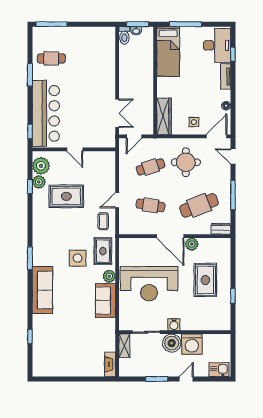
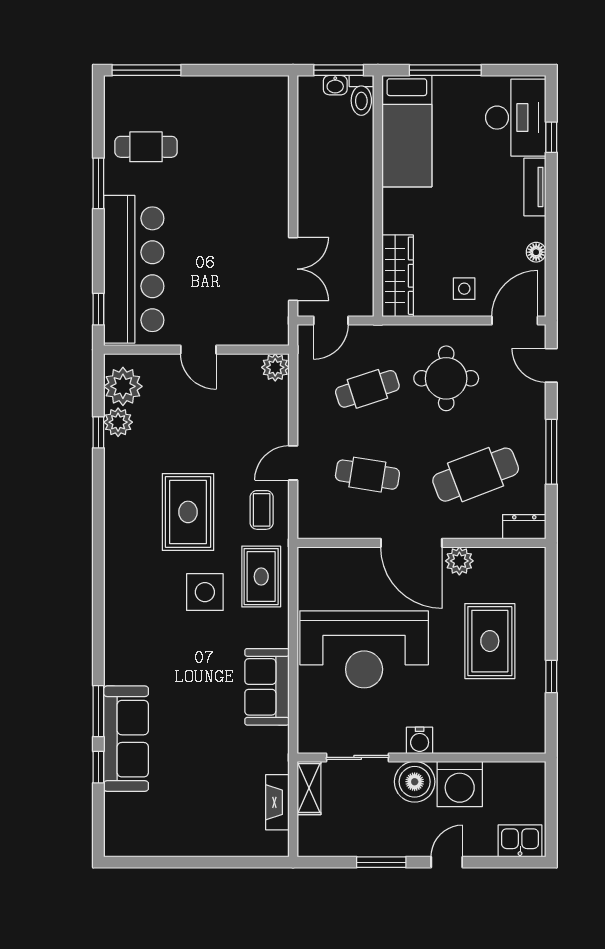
toilet: (124, 35) -> (361, 95), moved
rug: (66, 196) -> (188, 512), moved, turned 90
window: (30, 258) -> (98, 711), moved
plant: (109, 276) -> (275, 367), moved
sofa: (42, 290) -> (126, 739), moved
fireplace: (110, 364) -> (277, 802), moved

